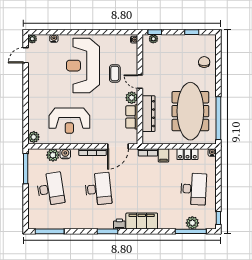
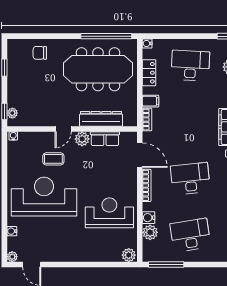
reception desk: (83, 66) -> (44, 197), turned 180
reception desk: (69, 121) -> (109, 213), turned -90

